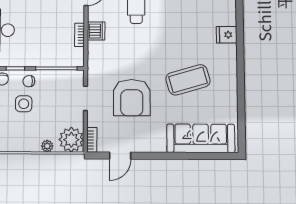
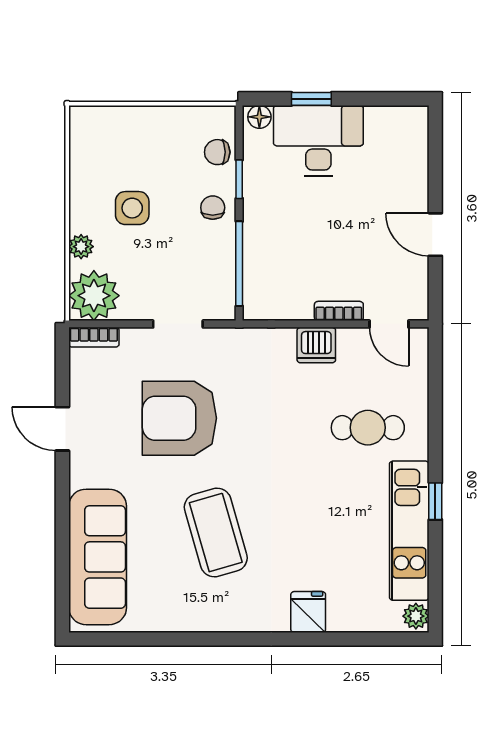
bookcase: (80, 35) -> (339, 311), moved
side table: (24, 104) -> (132, 208), moved
door: (120, 156) -> (62, 429), moved

